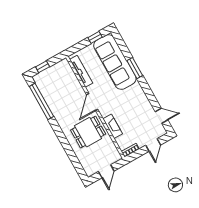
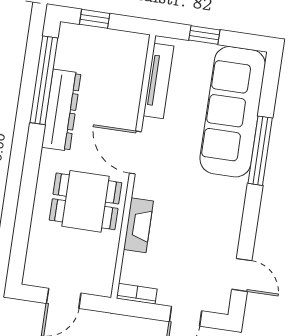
window: (95, 37) -> (204, 35), moved
window: (135, 68) -> (260, 151), width x1.44
door: (92, 102) -> (135, 153), hinge flipped
dresser: (55, 107) -> (61, 110), added

